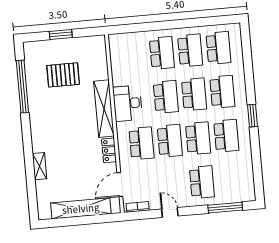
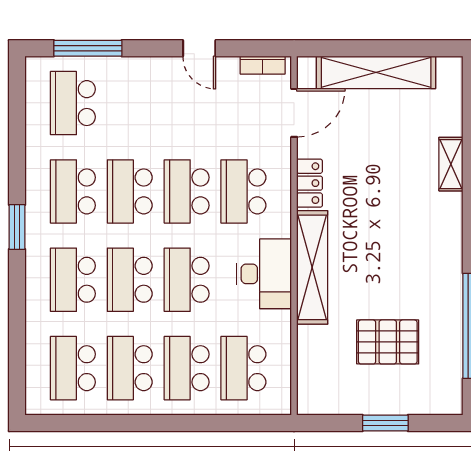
school desk: (134, 55) -> (243, 368), added
school desk: (202, 182) -> (73, 103), moved

